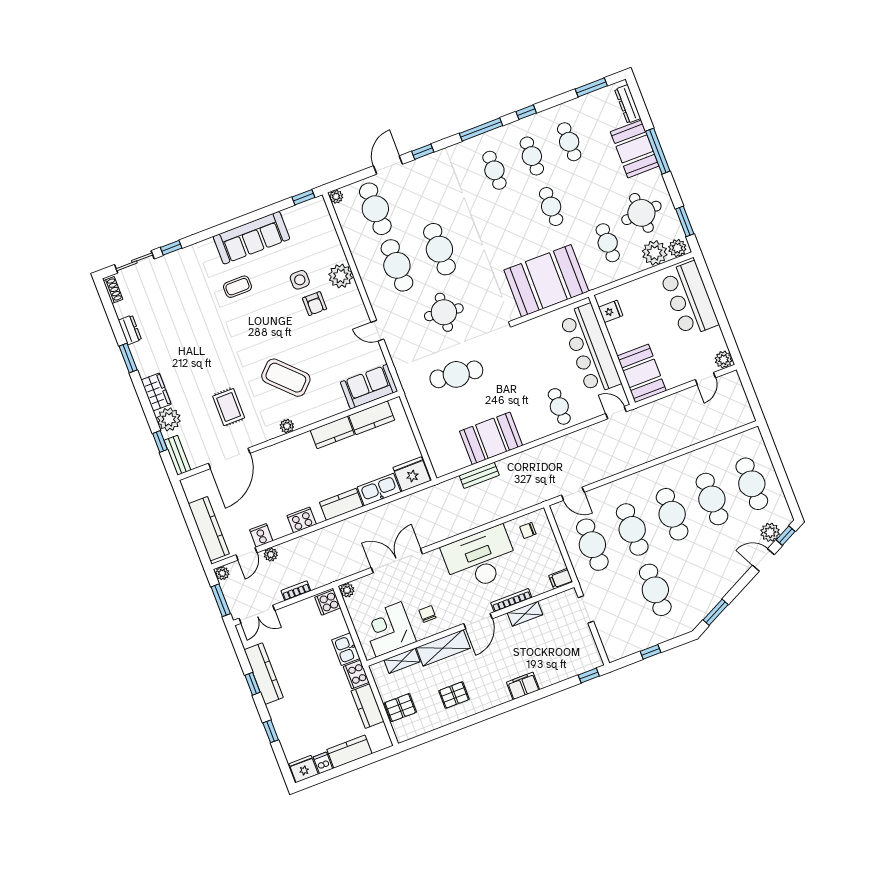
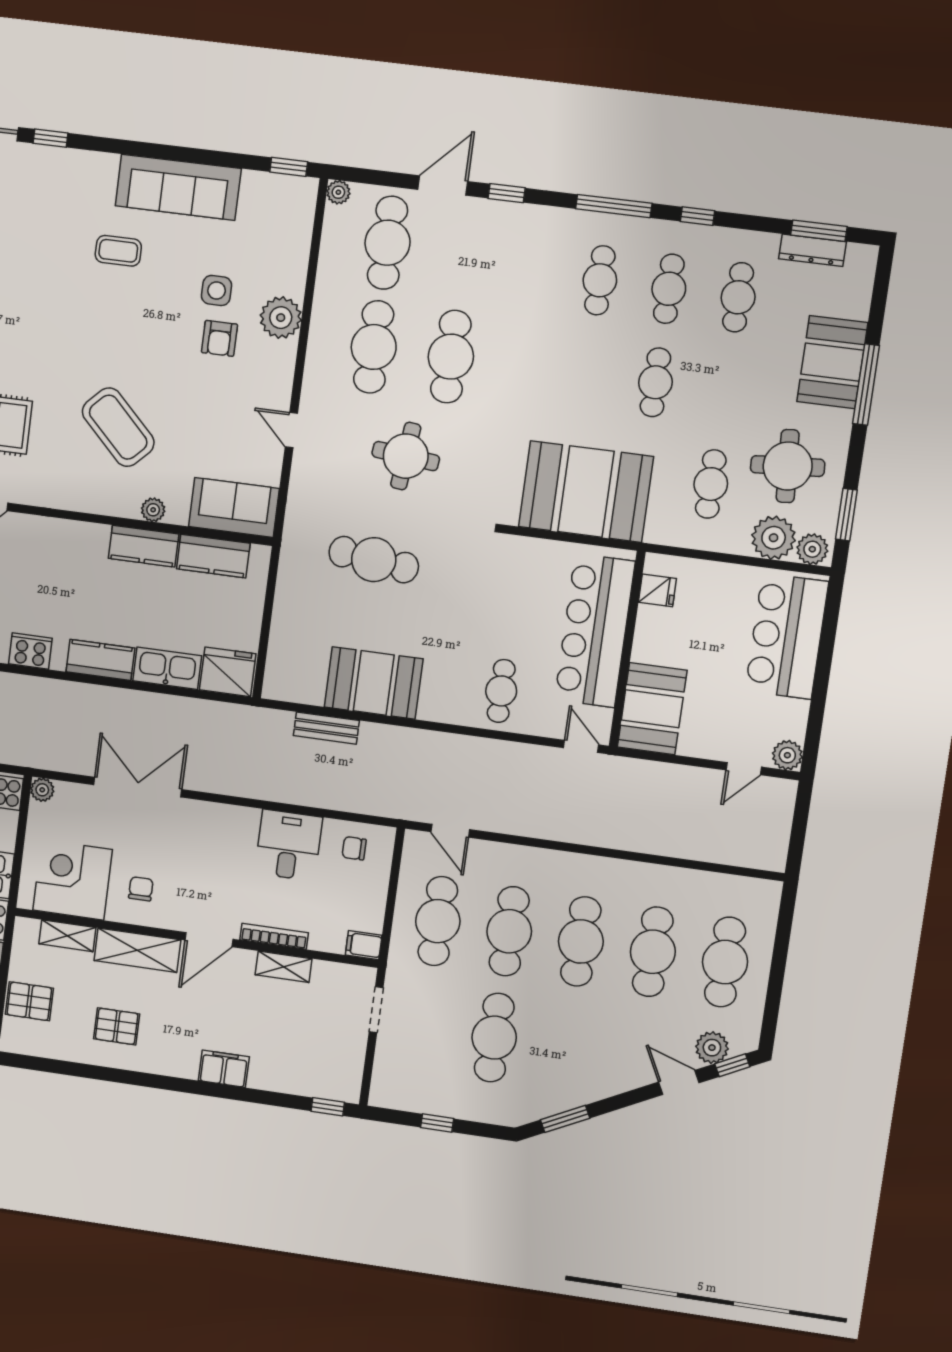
dresser: (628, 104) -> (812, 250), moved, turned -90
plant: (287, 426) -> (153, 510), moved
desk: (480, 559) -> (289, 845), width x0.53, depth x0.77

